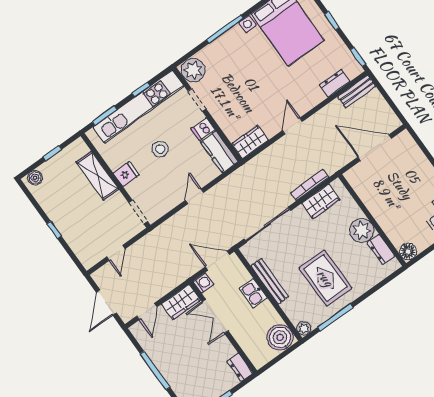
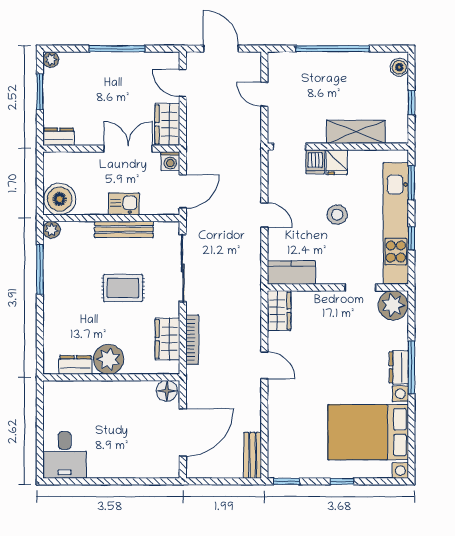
dresser: (335, 83) -> (399, 367), moved, turned 180
dishwasher: (203, 129) -> (315, 162), moved, turned 180
window: (54, 230) -> (333, 49), width x3.17
floor lamp: (408, 252) -> (167, 391), moved
rug: (325, 278) -> (123, 288), moved, width x0.73, depth x0.70

